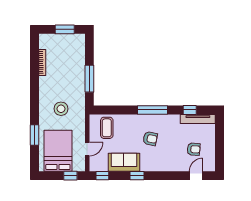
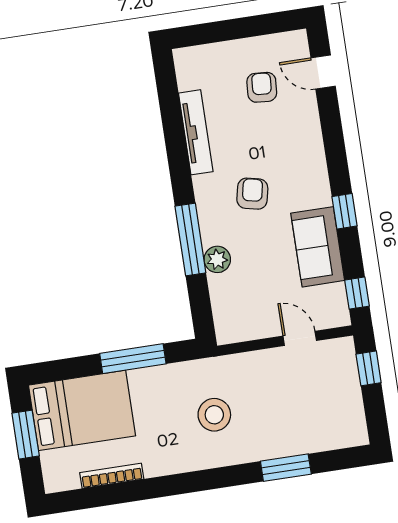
window: (152, 110) -> (190, 239), moved
window: (190, 110) -> (171, 111), removed
tv unit: (198, 119) -> (196, 132), moved
plant: (125, 120) -> (217, 259), added
coffee table: (107, 128) -> (243, 300), removed
bed: (58, 151) -> (82, 410), moved, turned 180

